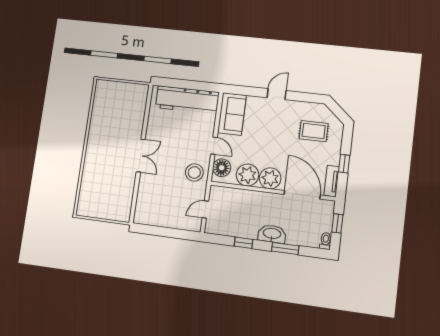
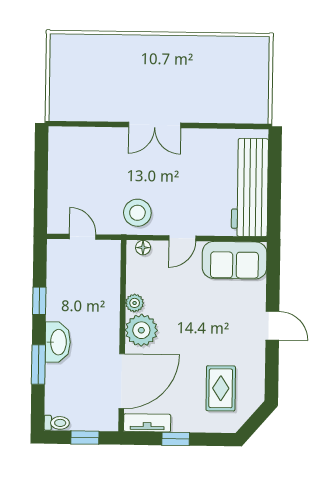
floor lamp: (222, 168) -> (143, 248), width x0.53, depth x0.53
plant: (247, 175) -> (135, 303), width x0.53, depth x0.53

